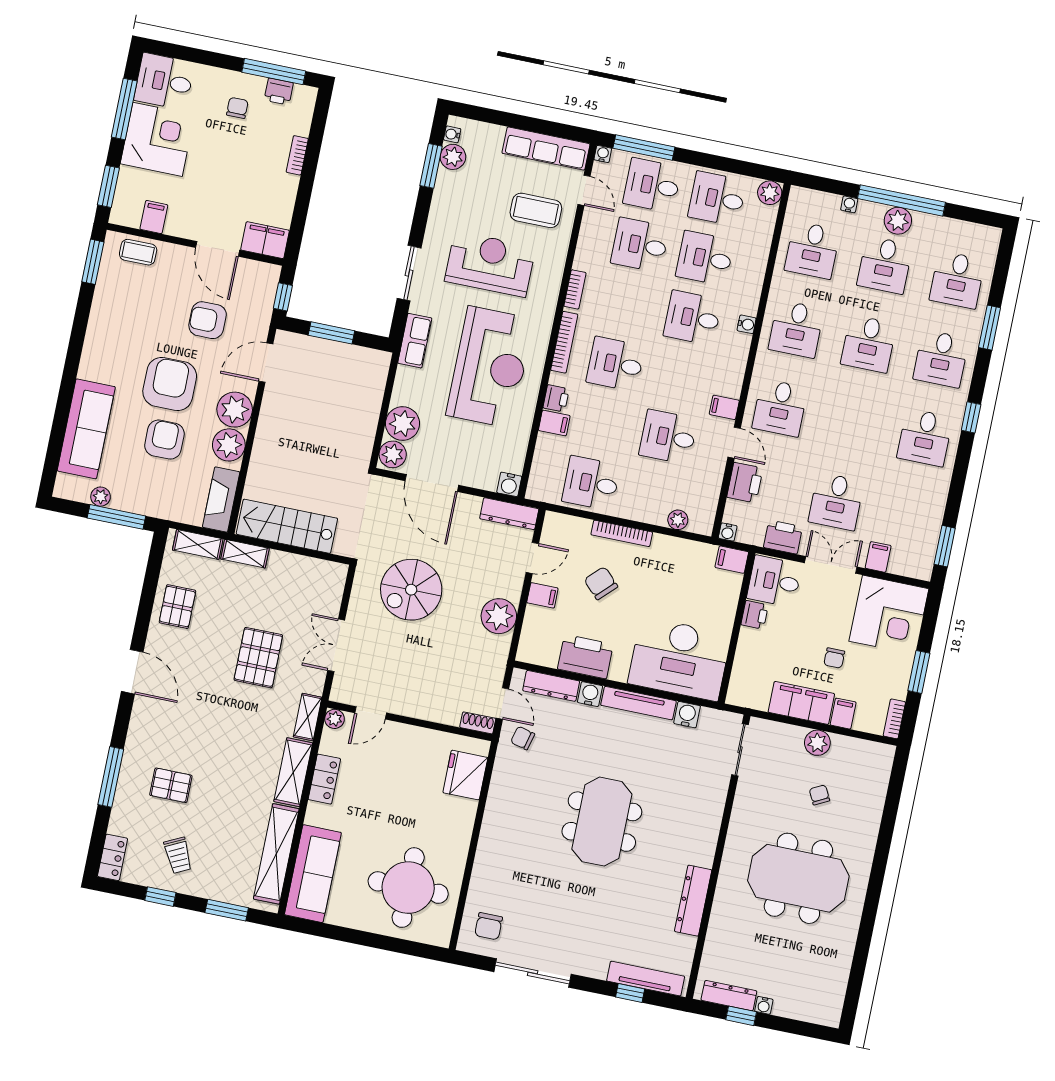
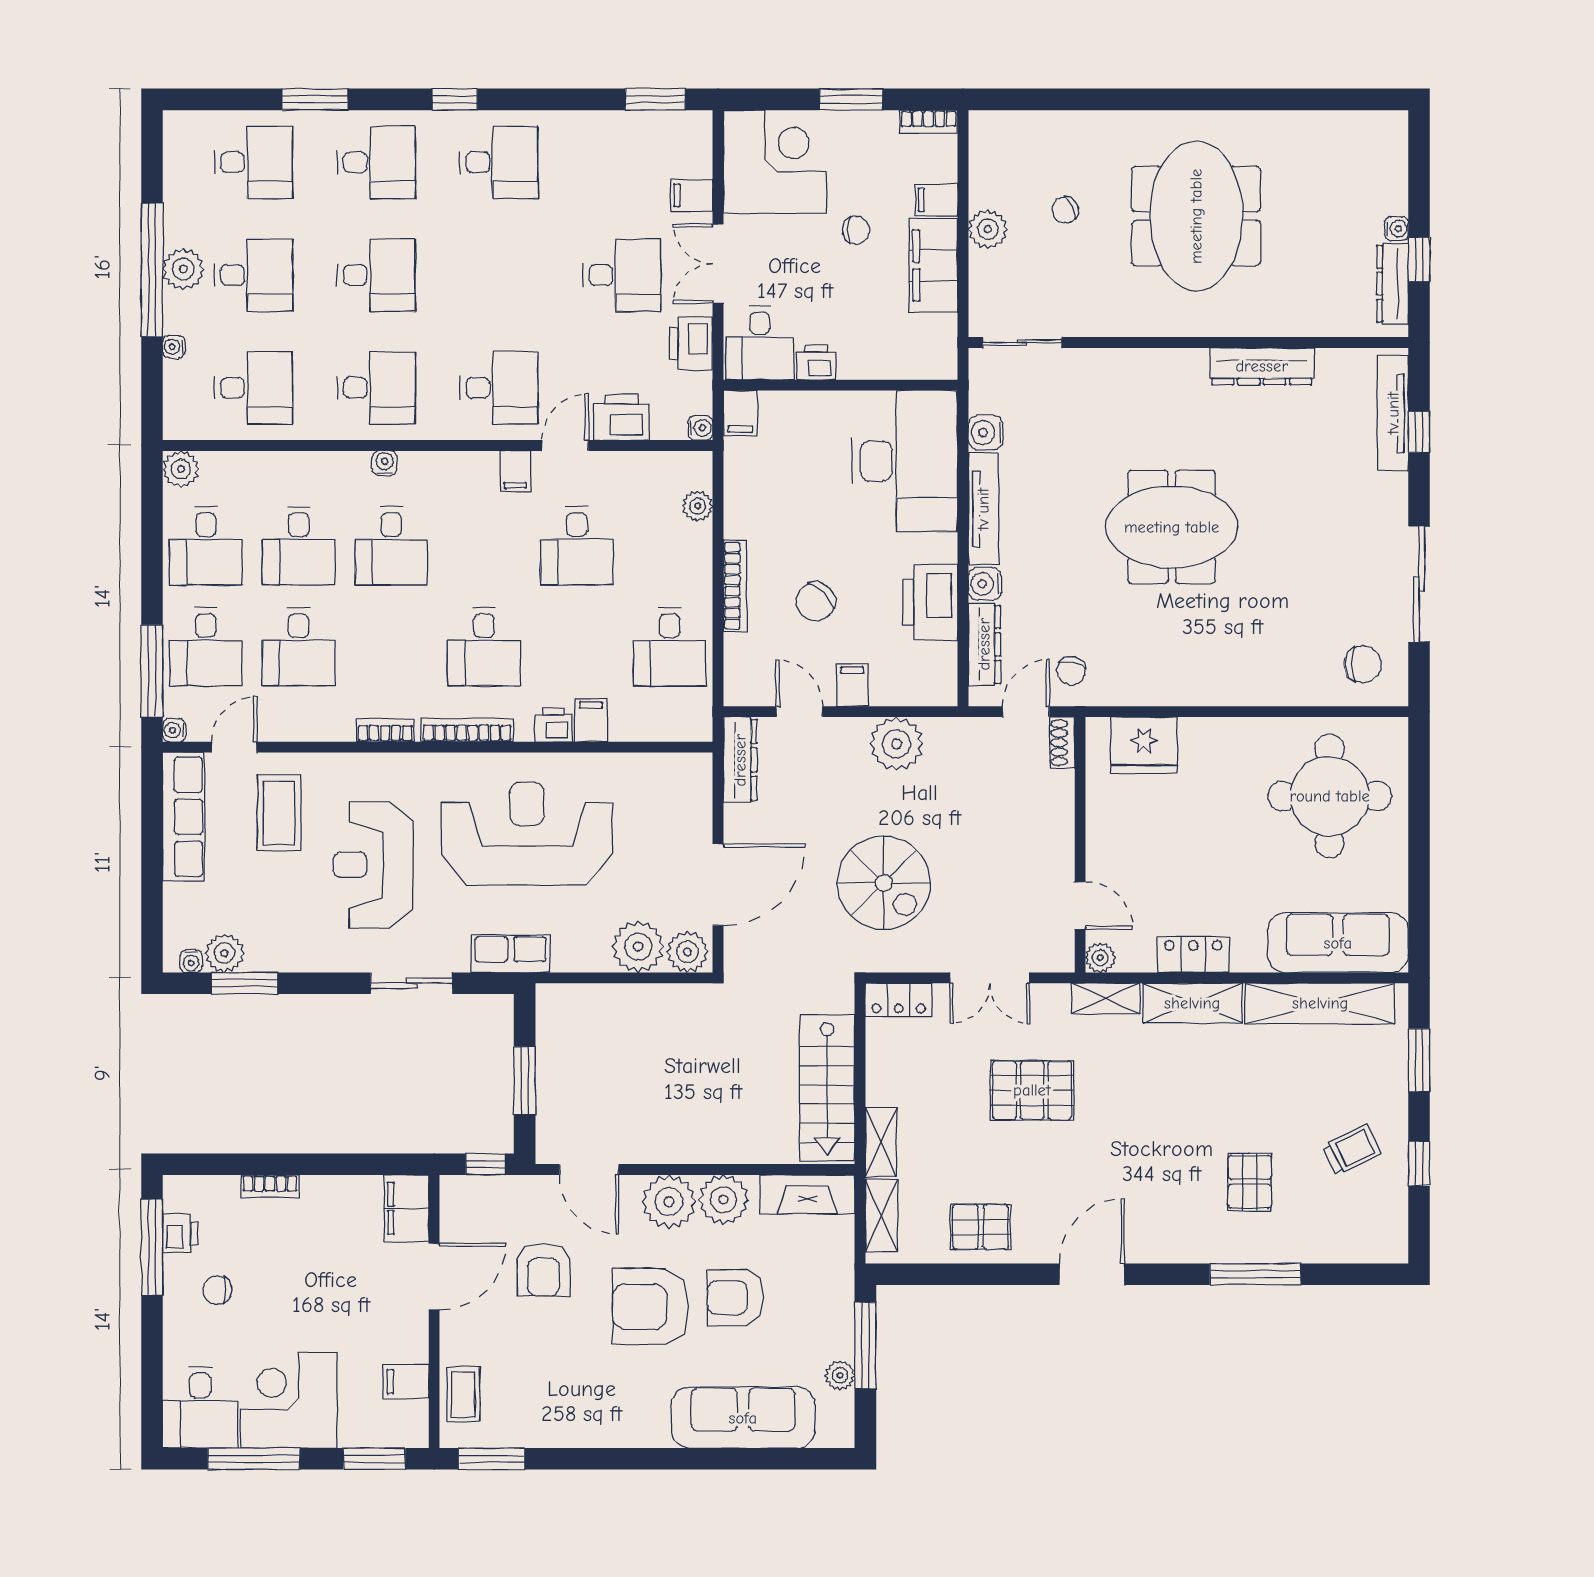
water cooler: (509, 484) -> (696, 769), removed
locker: (113, 857) -> (899, 1000), moved, turned 180

